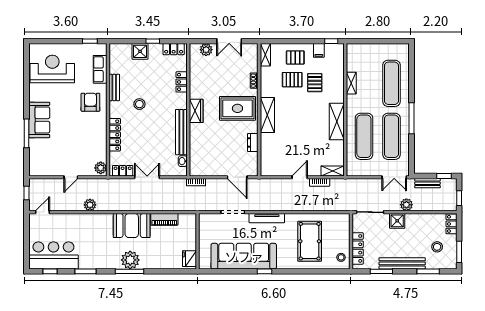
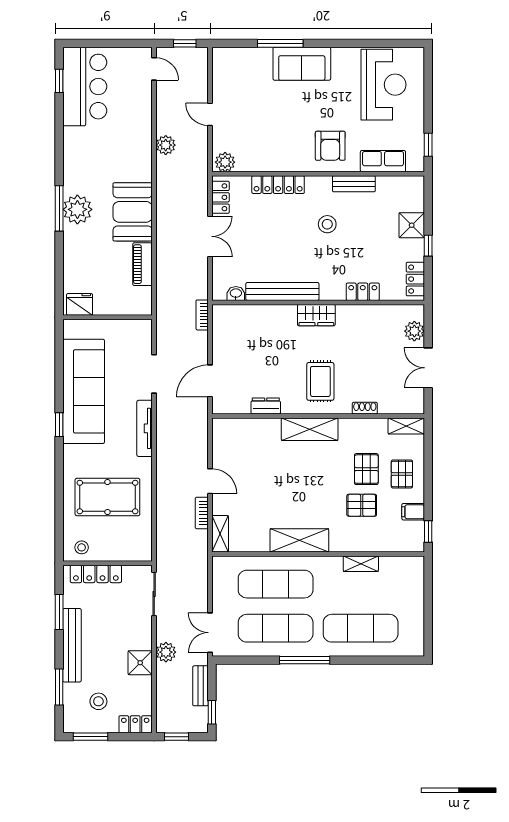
armchair: (90, 102) -> (330, 146), turned 90
rug: (237, 108) -> (320, 381), width x0.73, depth x0.70
shower: (397, 221) -> (140, 663), moved
window: (86, 271) -> (59, 138), removed

